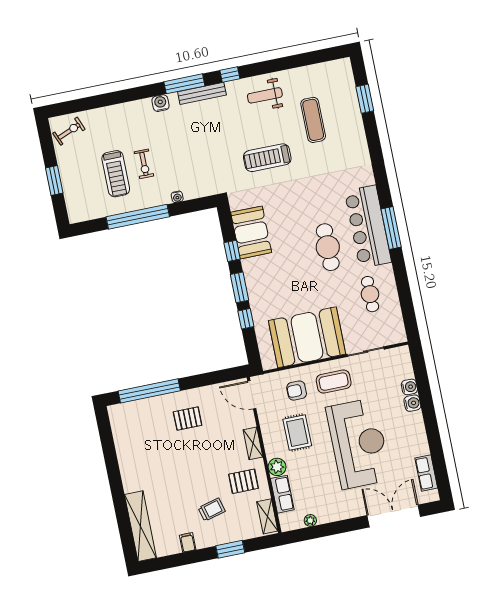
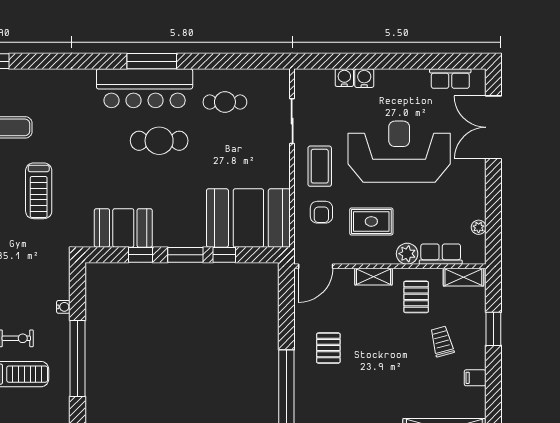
booth: (307, 337) -> (248, 218), moved, turned 90

